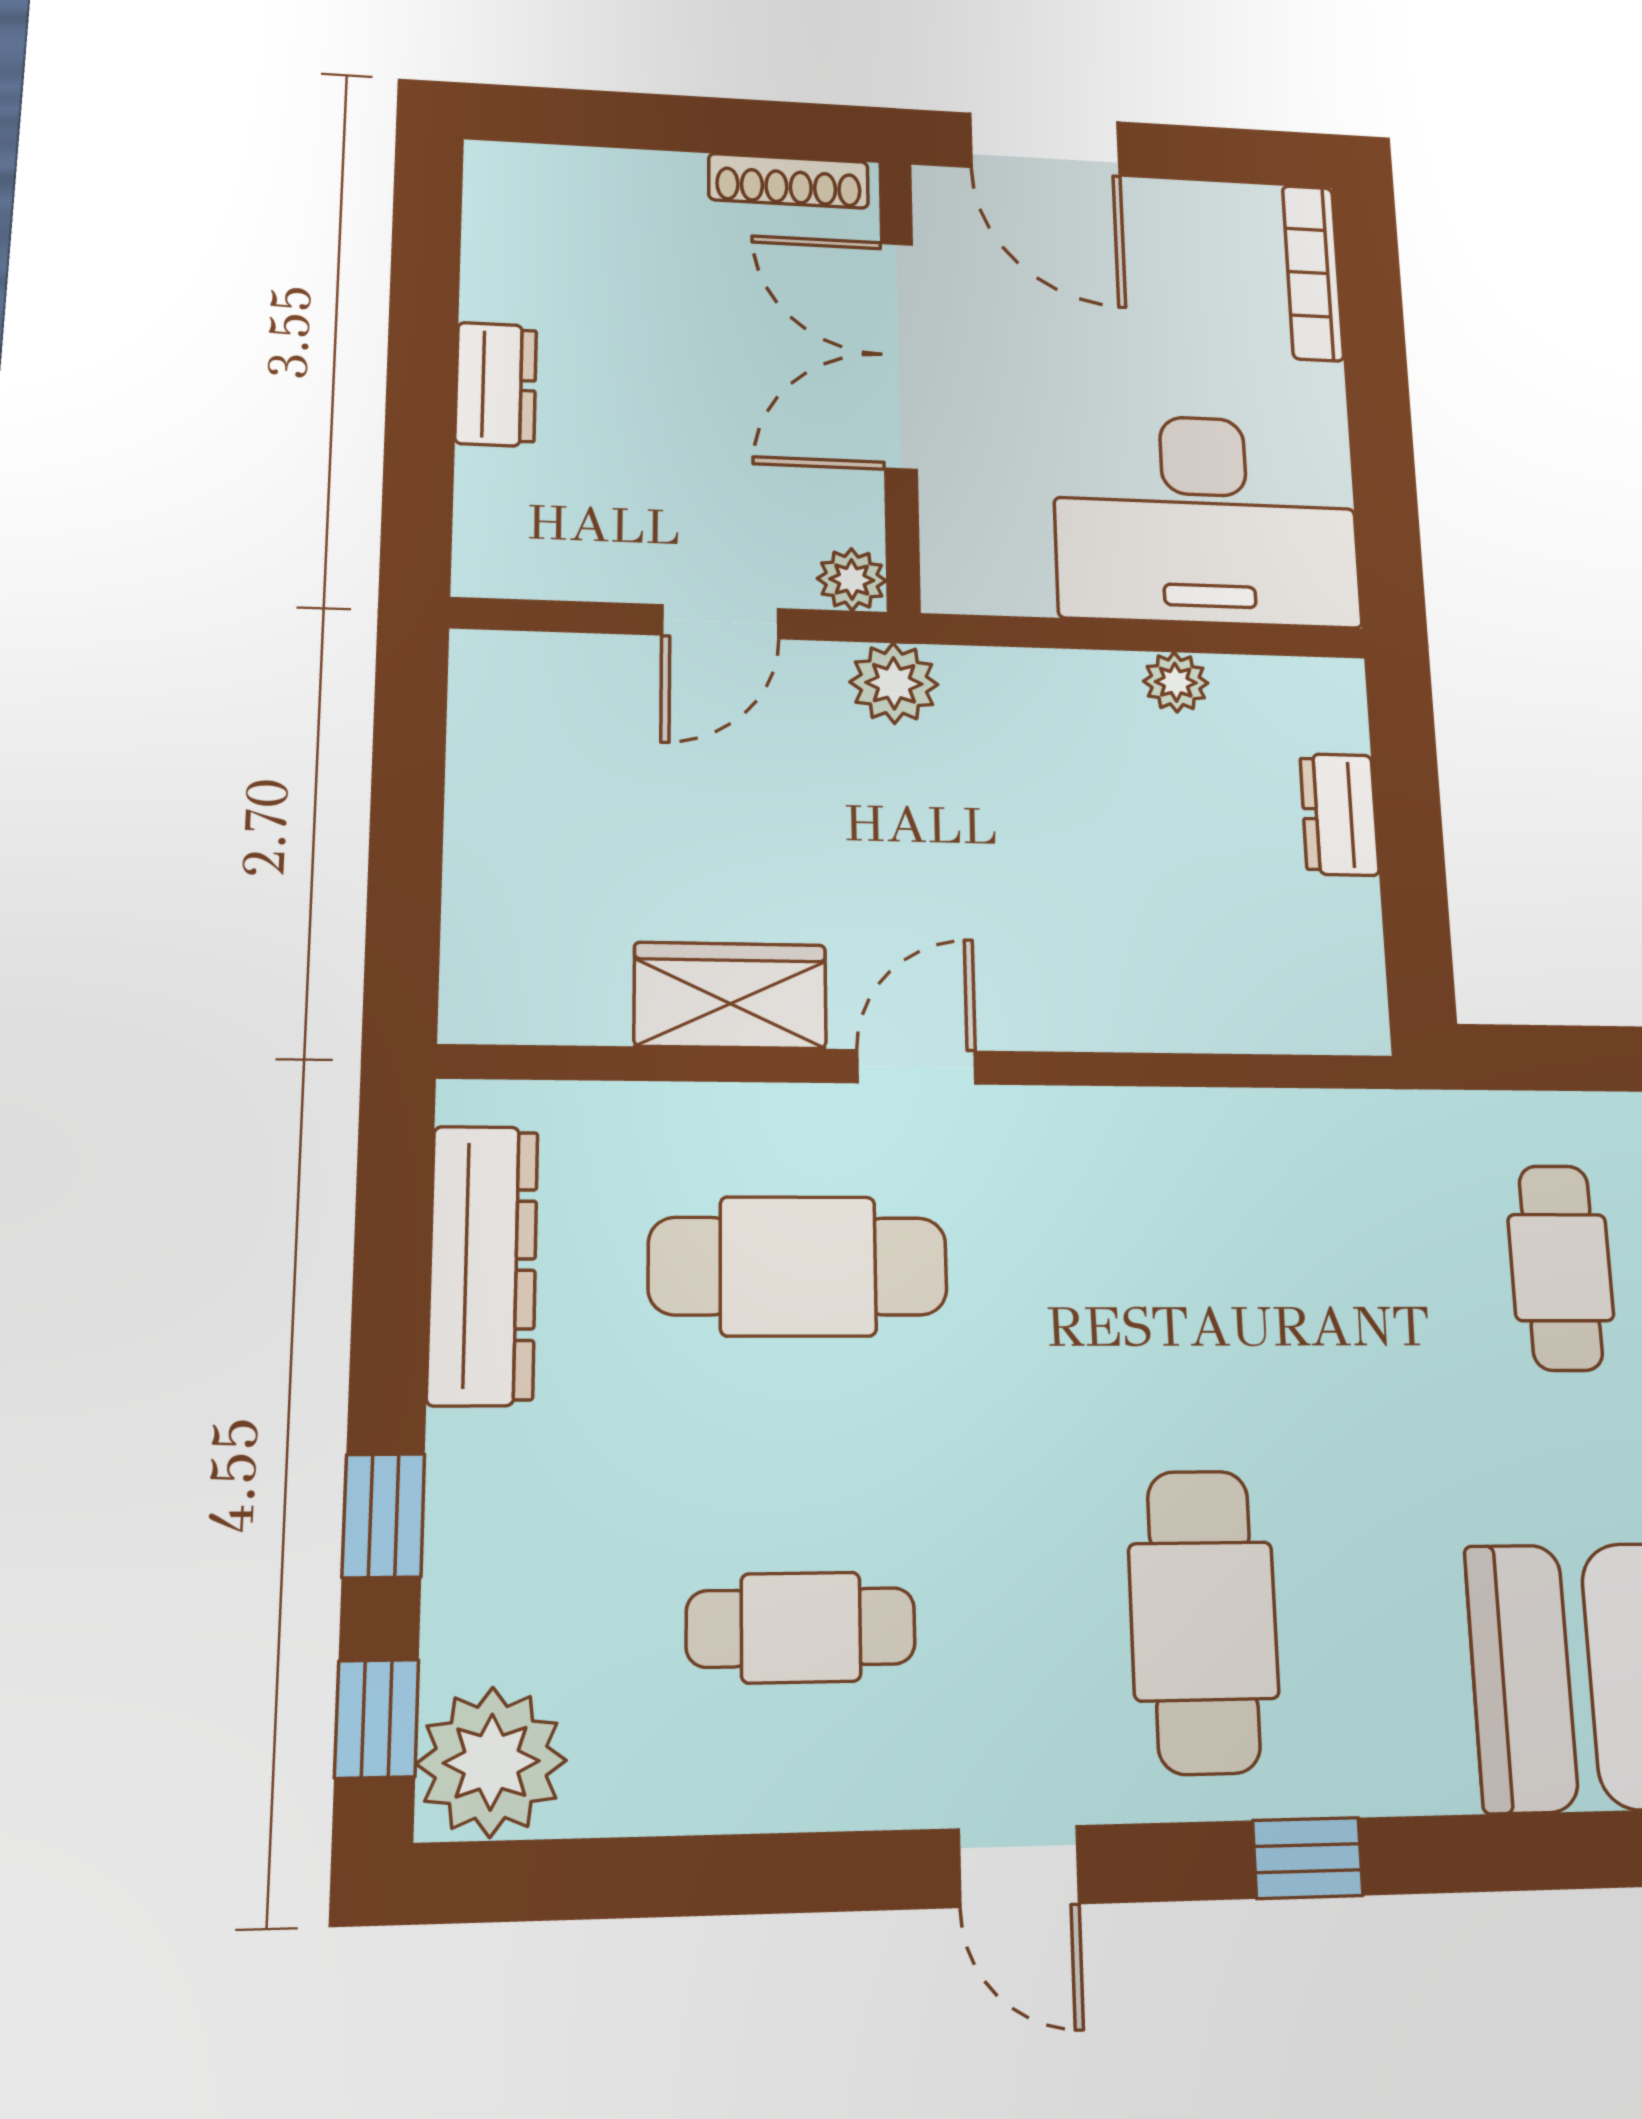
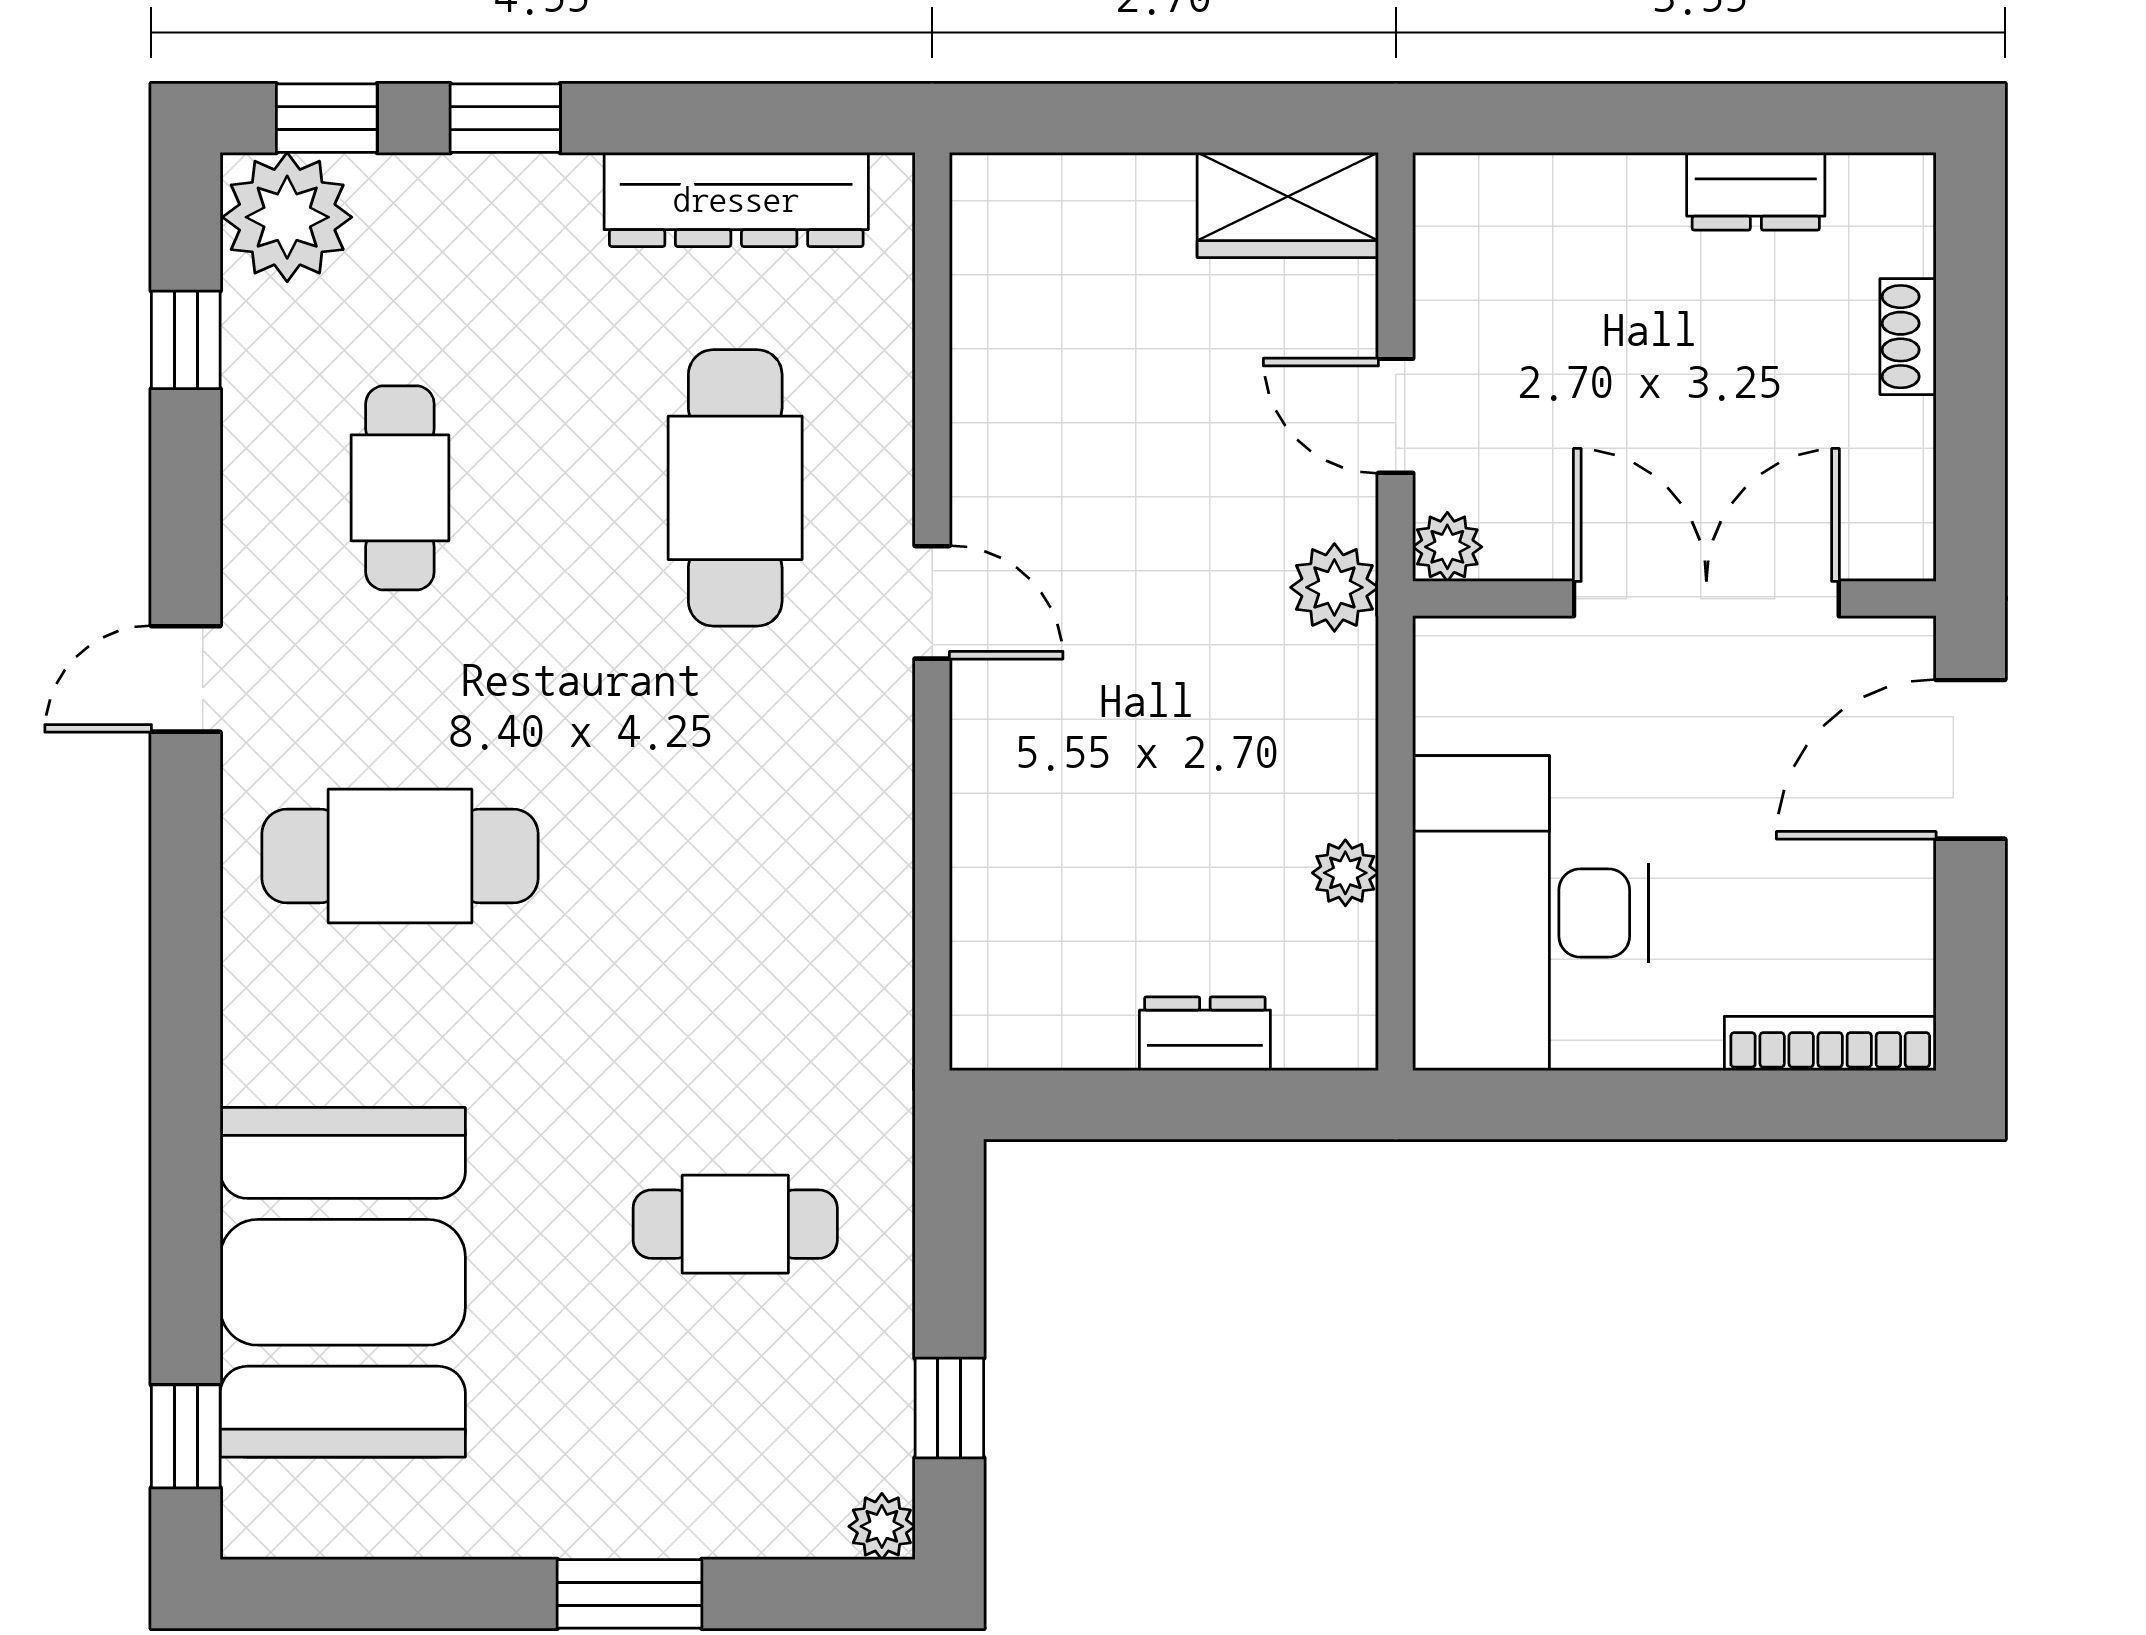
shoe rack: (789, 181) -> (1908, 337), moved, width x0.70
dresser: (496, 384) -> (1756, 191), moved
wardrobe: (730, 995) -> (1288, 205), moved, turned 90
window: (1308, 1858) -> (186, 340), moved

